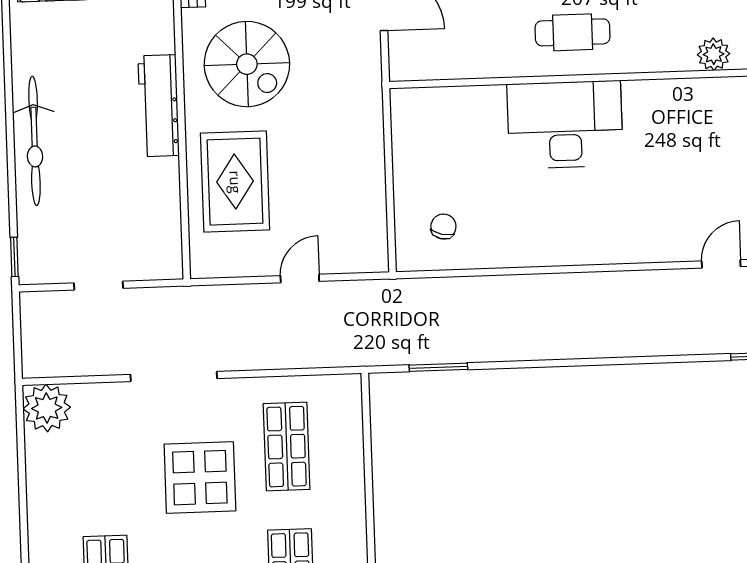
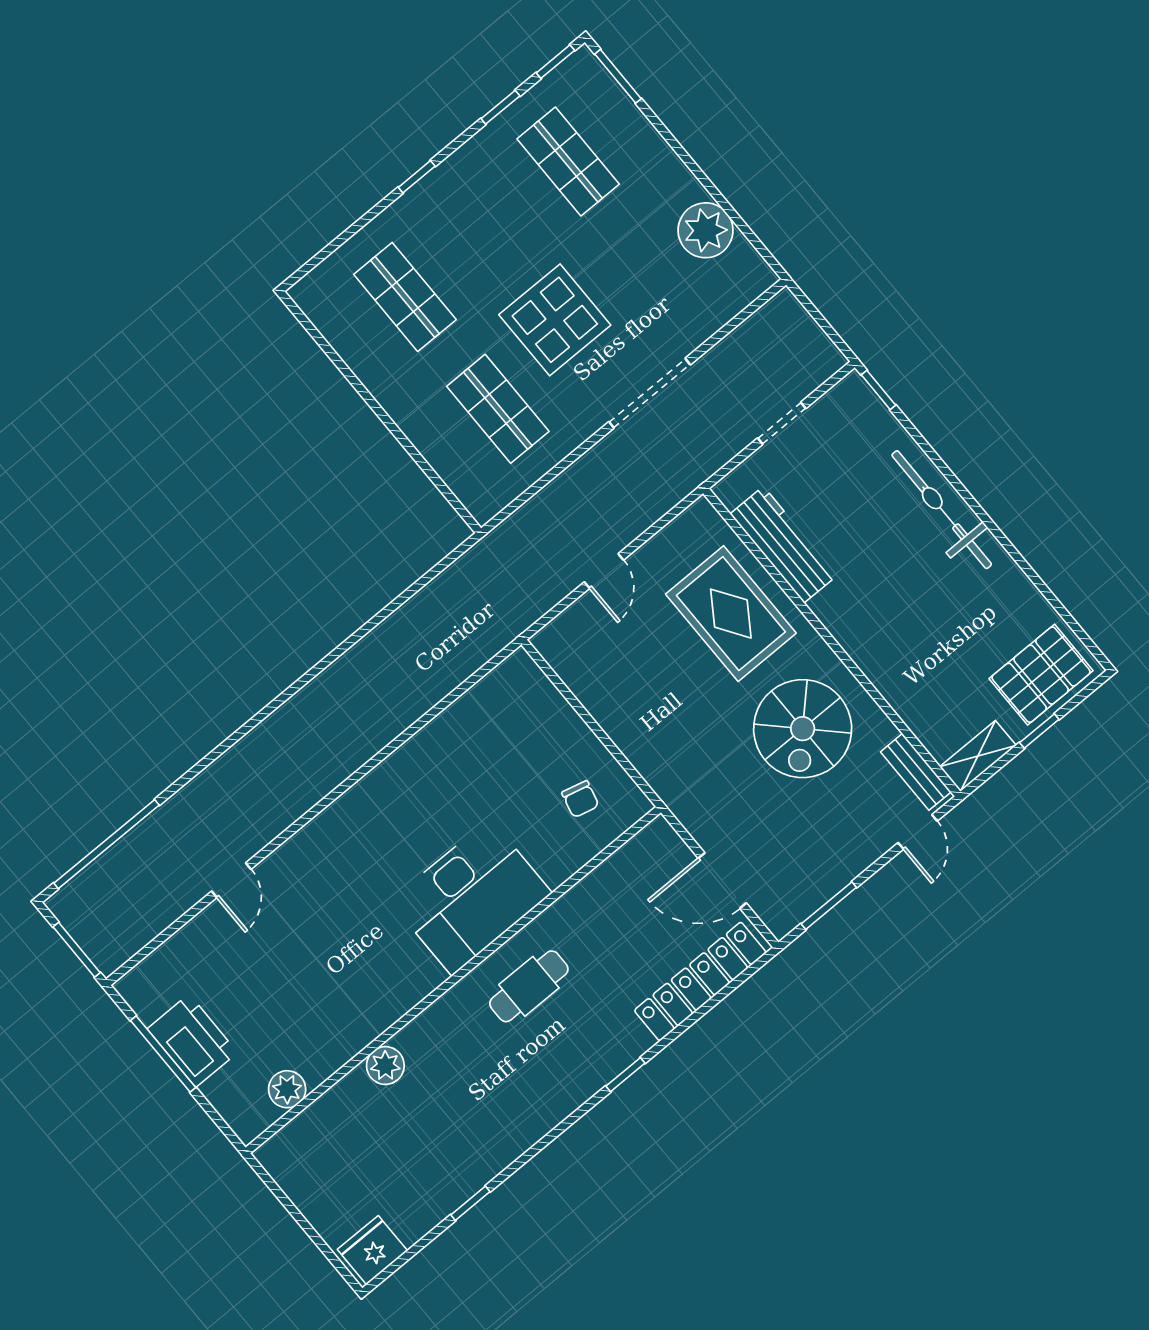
spiral stairs: (247, 64) -> (803, 729), turned -90
workbench: (159, 106) -> (784, 545), moved
chair: (443, 227) -> (580, 799), moved
window: (438, 367) -> (416, 588), removed
plant: (47, 408) -> (706, 230), moved

